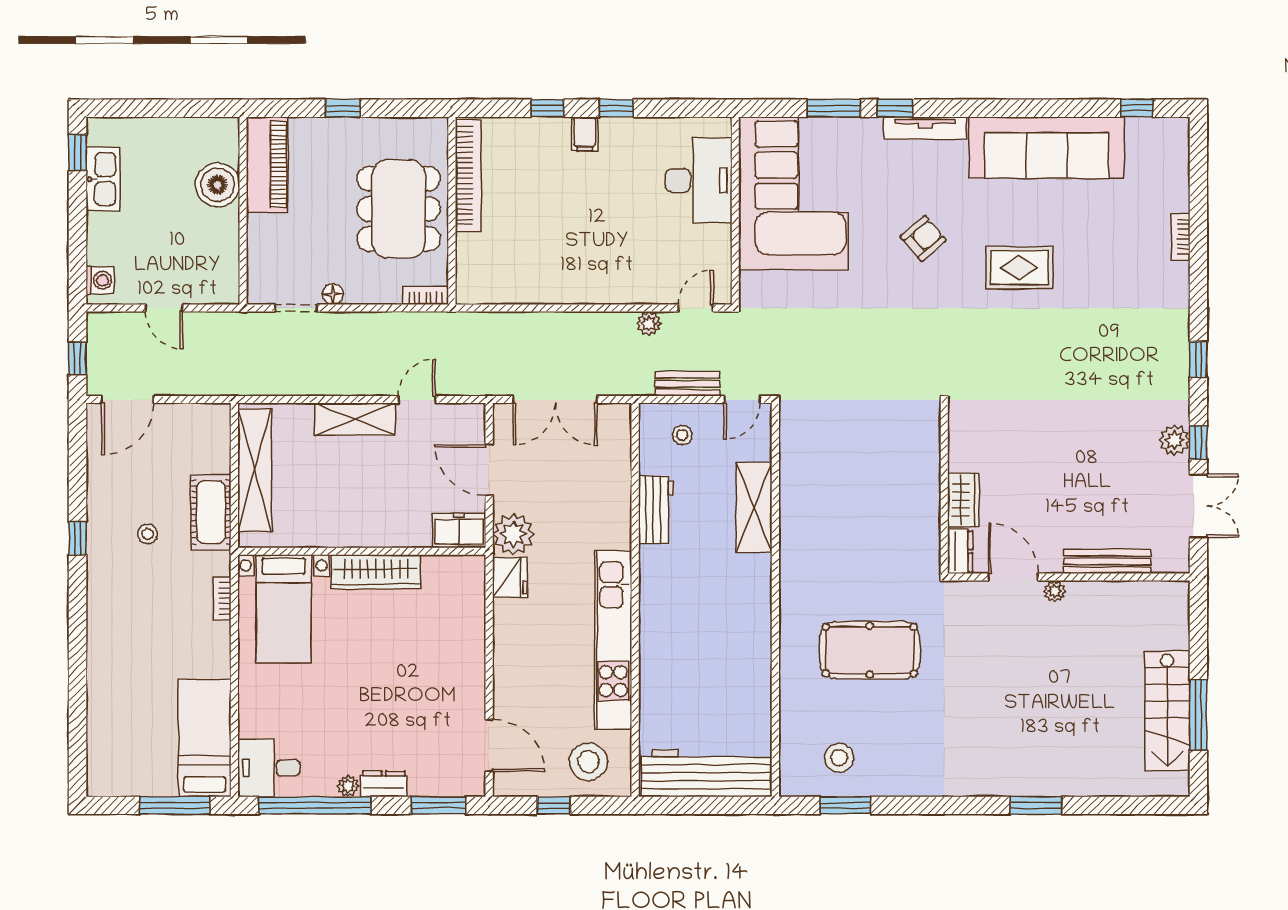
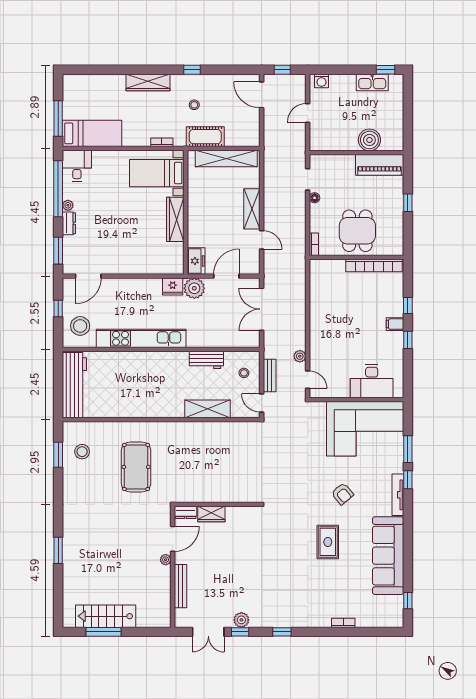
dining table: (399, 209) -> (357, 231), width x0.73
wardrobe: (103, 626) -> (148, 83), added

